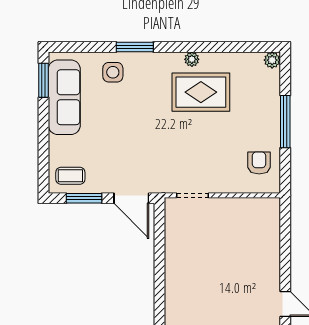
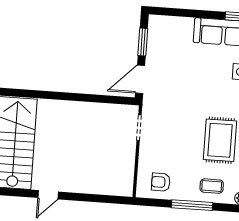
armchair: (259, 163) -> (161, 182), turned 180
coffee table: (70, 176) -> (212, 186), moved, turned 90

